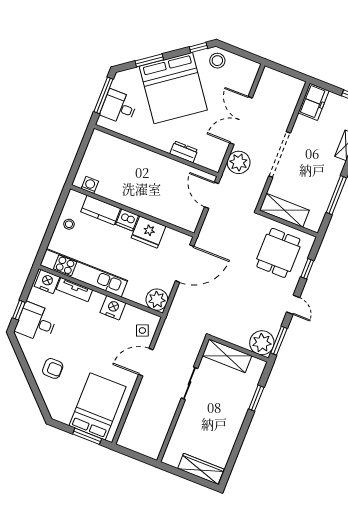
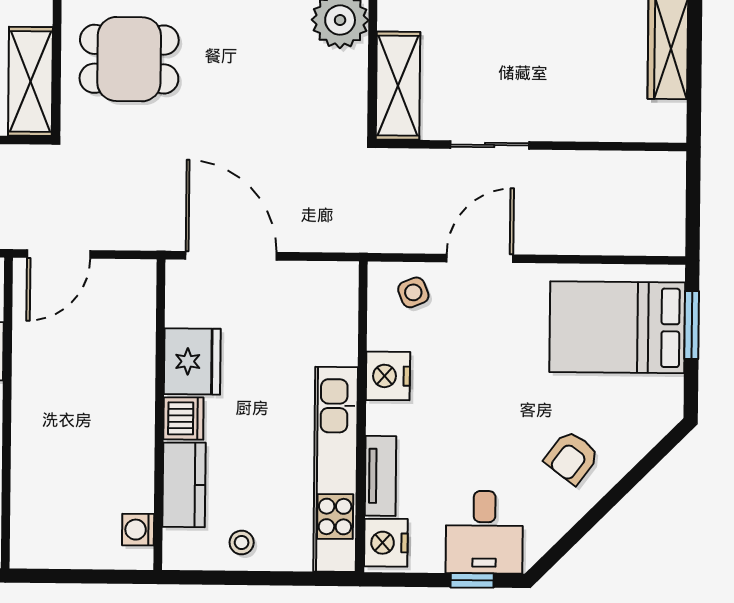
plant: (157, 300) -> (333, 286), removed
door: (146, 362) -> (480, 258), swing flipped
armchair: (53, 368) -> (572, 457), turned -143

